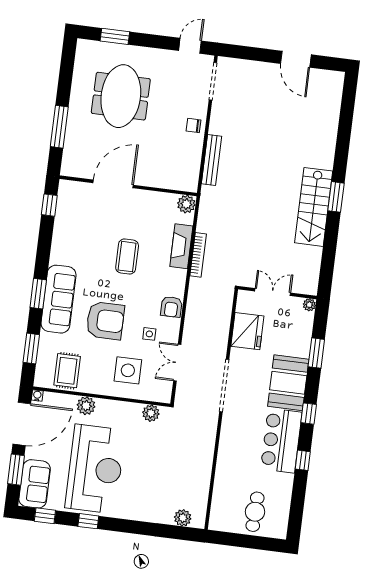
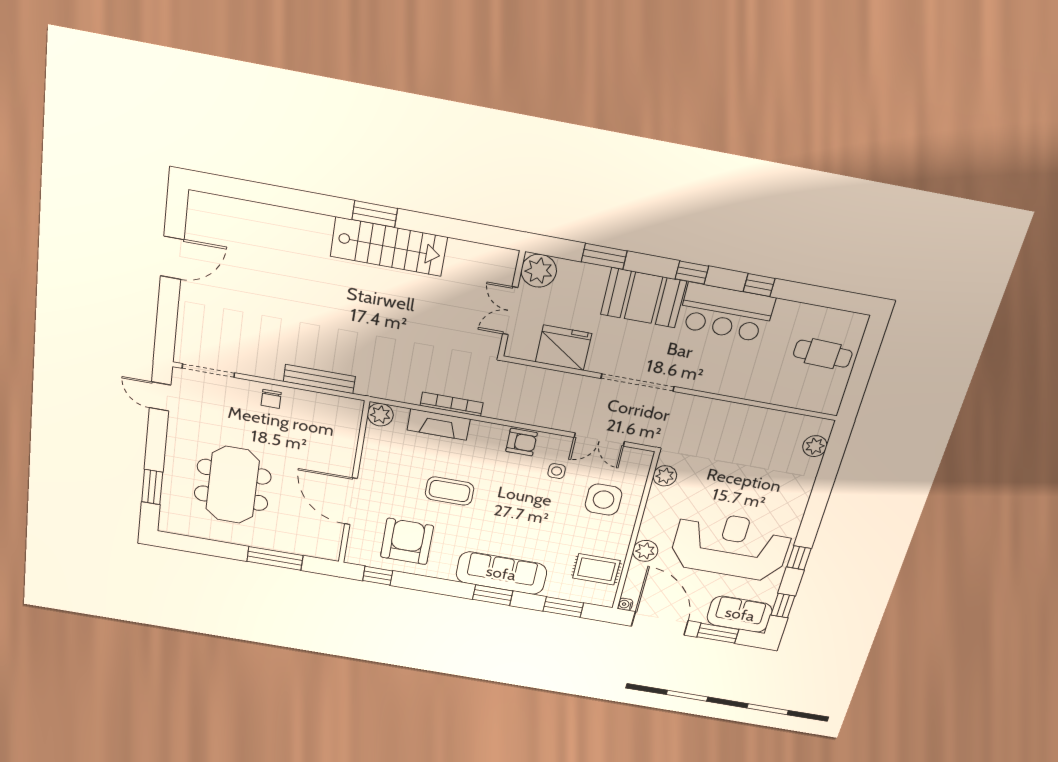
meeting table: (121, 96) -> (233, 485), turned 90
plant: (309, 305) -> (539, 271), width x1.88, depth x1.88
armchair: (105, 321) -> (407, 541), moved

